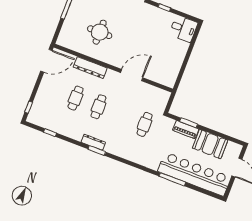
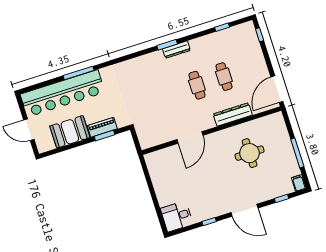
cafe table: (145, 124) -> (143, 102), removed

